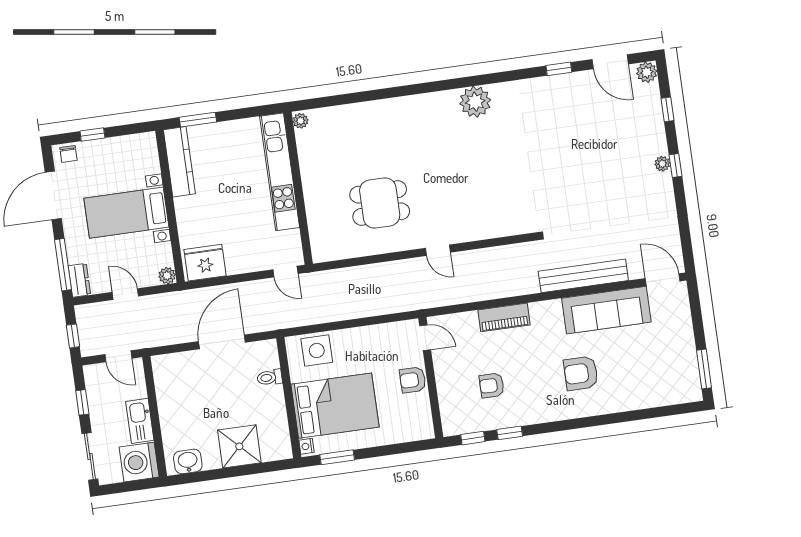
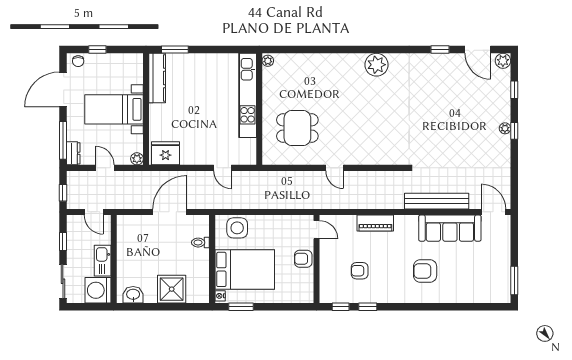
plant: (301, 121) -> (268, 61), moved
kitchen unit: (280, 172) -> (248, 95), moved
wall: (298, 188) -> (259, 109), moved

